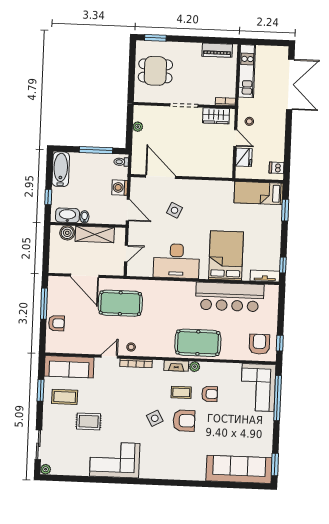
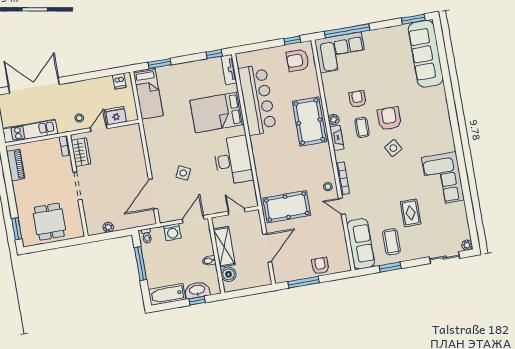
washbasin: (67, 215) -> (197, 290), moved, turned 90
pool table: (120, 303) -> (287, 207), turned 90

